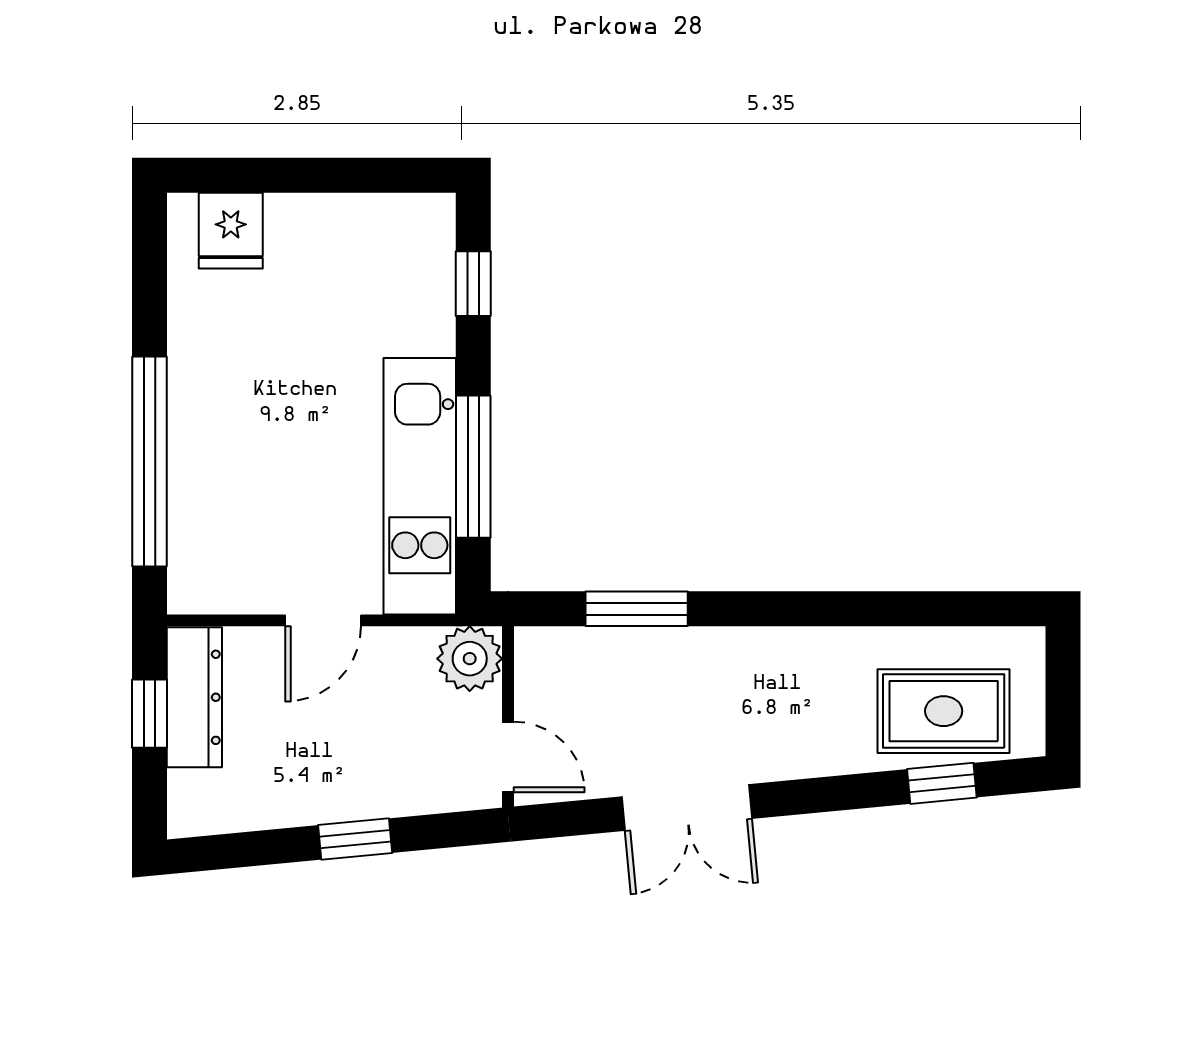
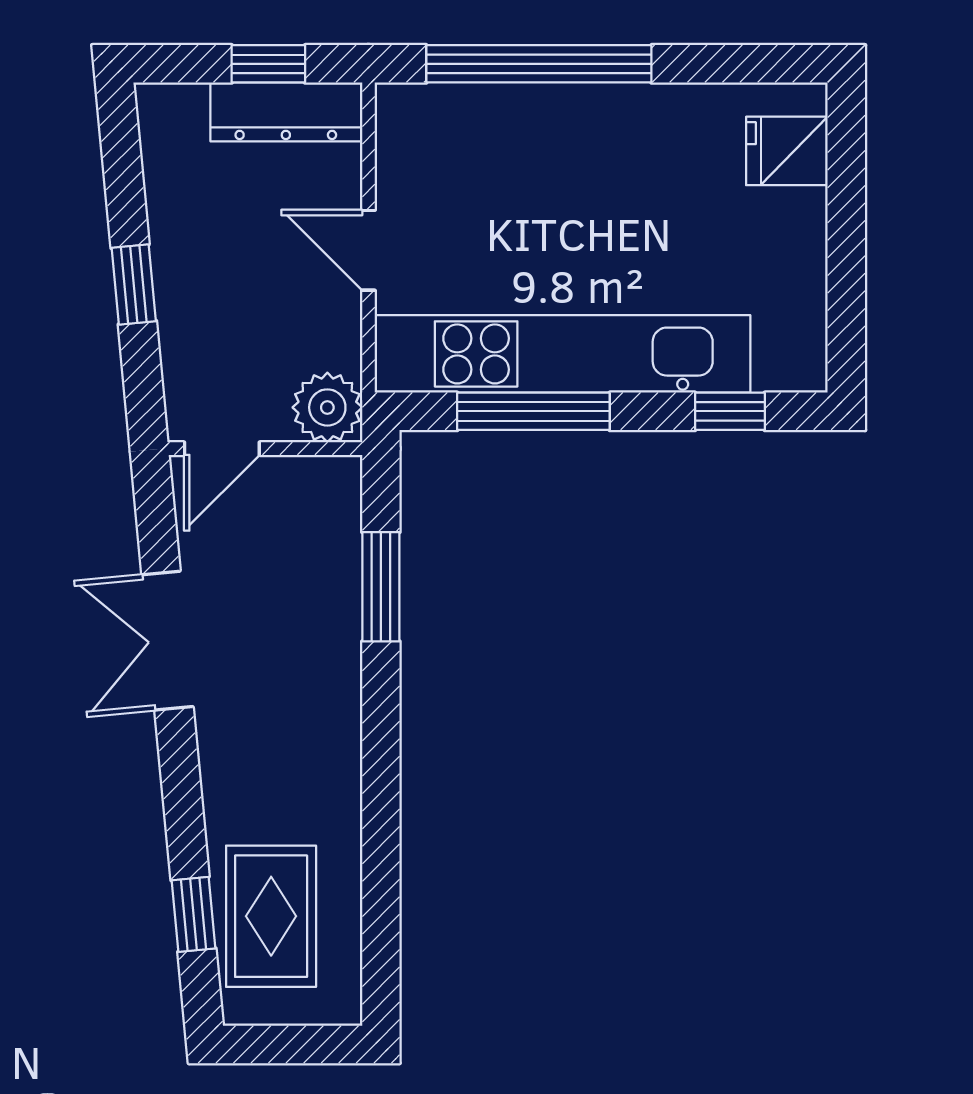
kitchen unit: (420, 486) -> (562, 354), width x1.36

